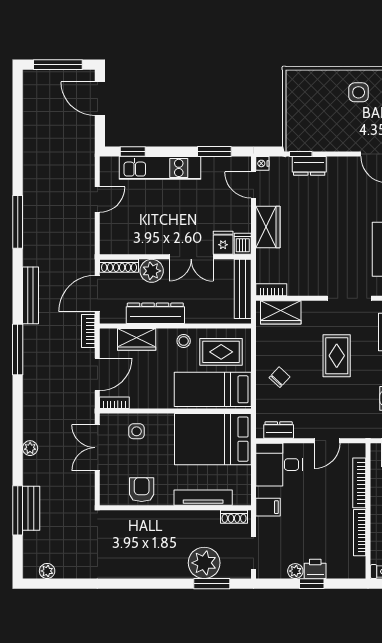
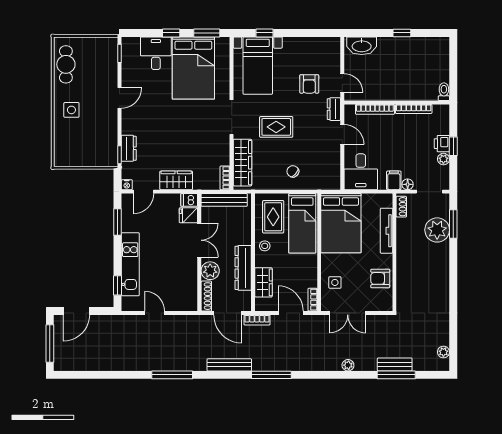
wardrobe: (281, 312) -> (242, 163), width x1.50
dresser: (279, 430) -> (334, 109), moved
floor lamp: (263, 525) -> (408, 184), added

